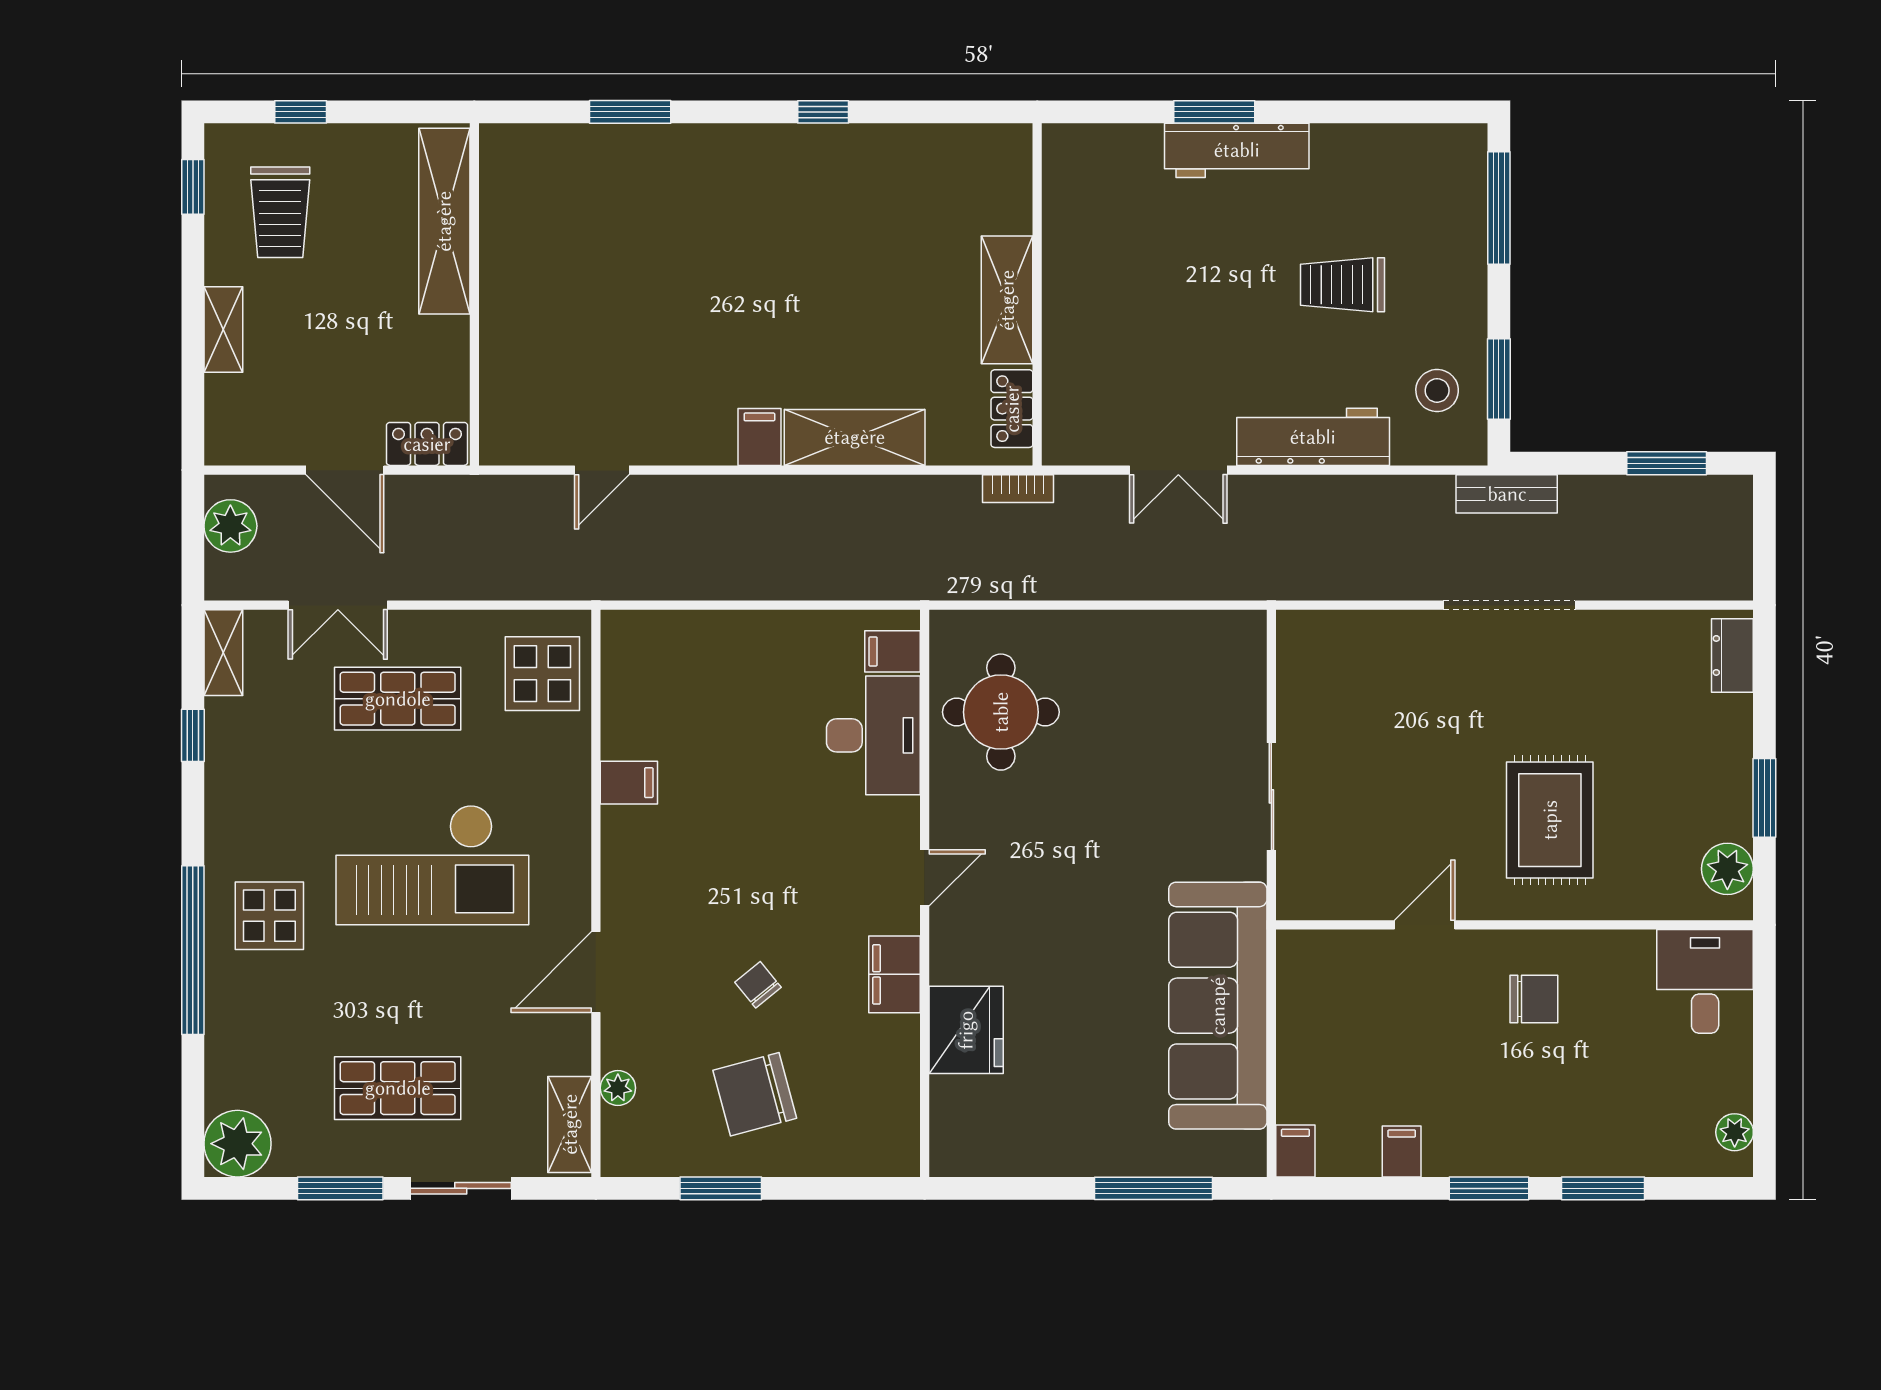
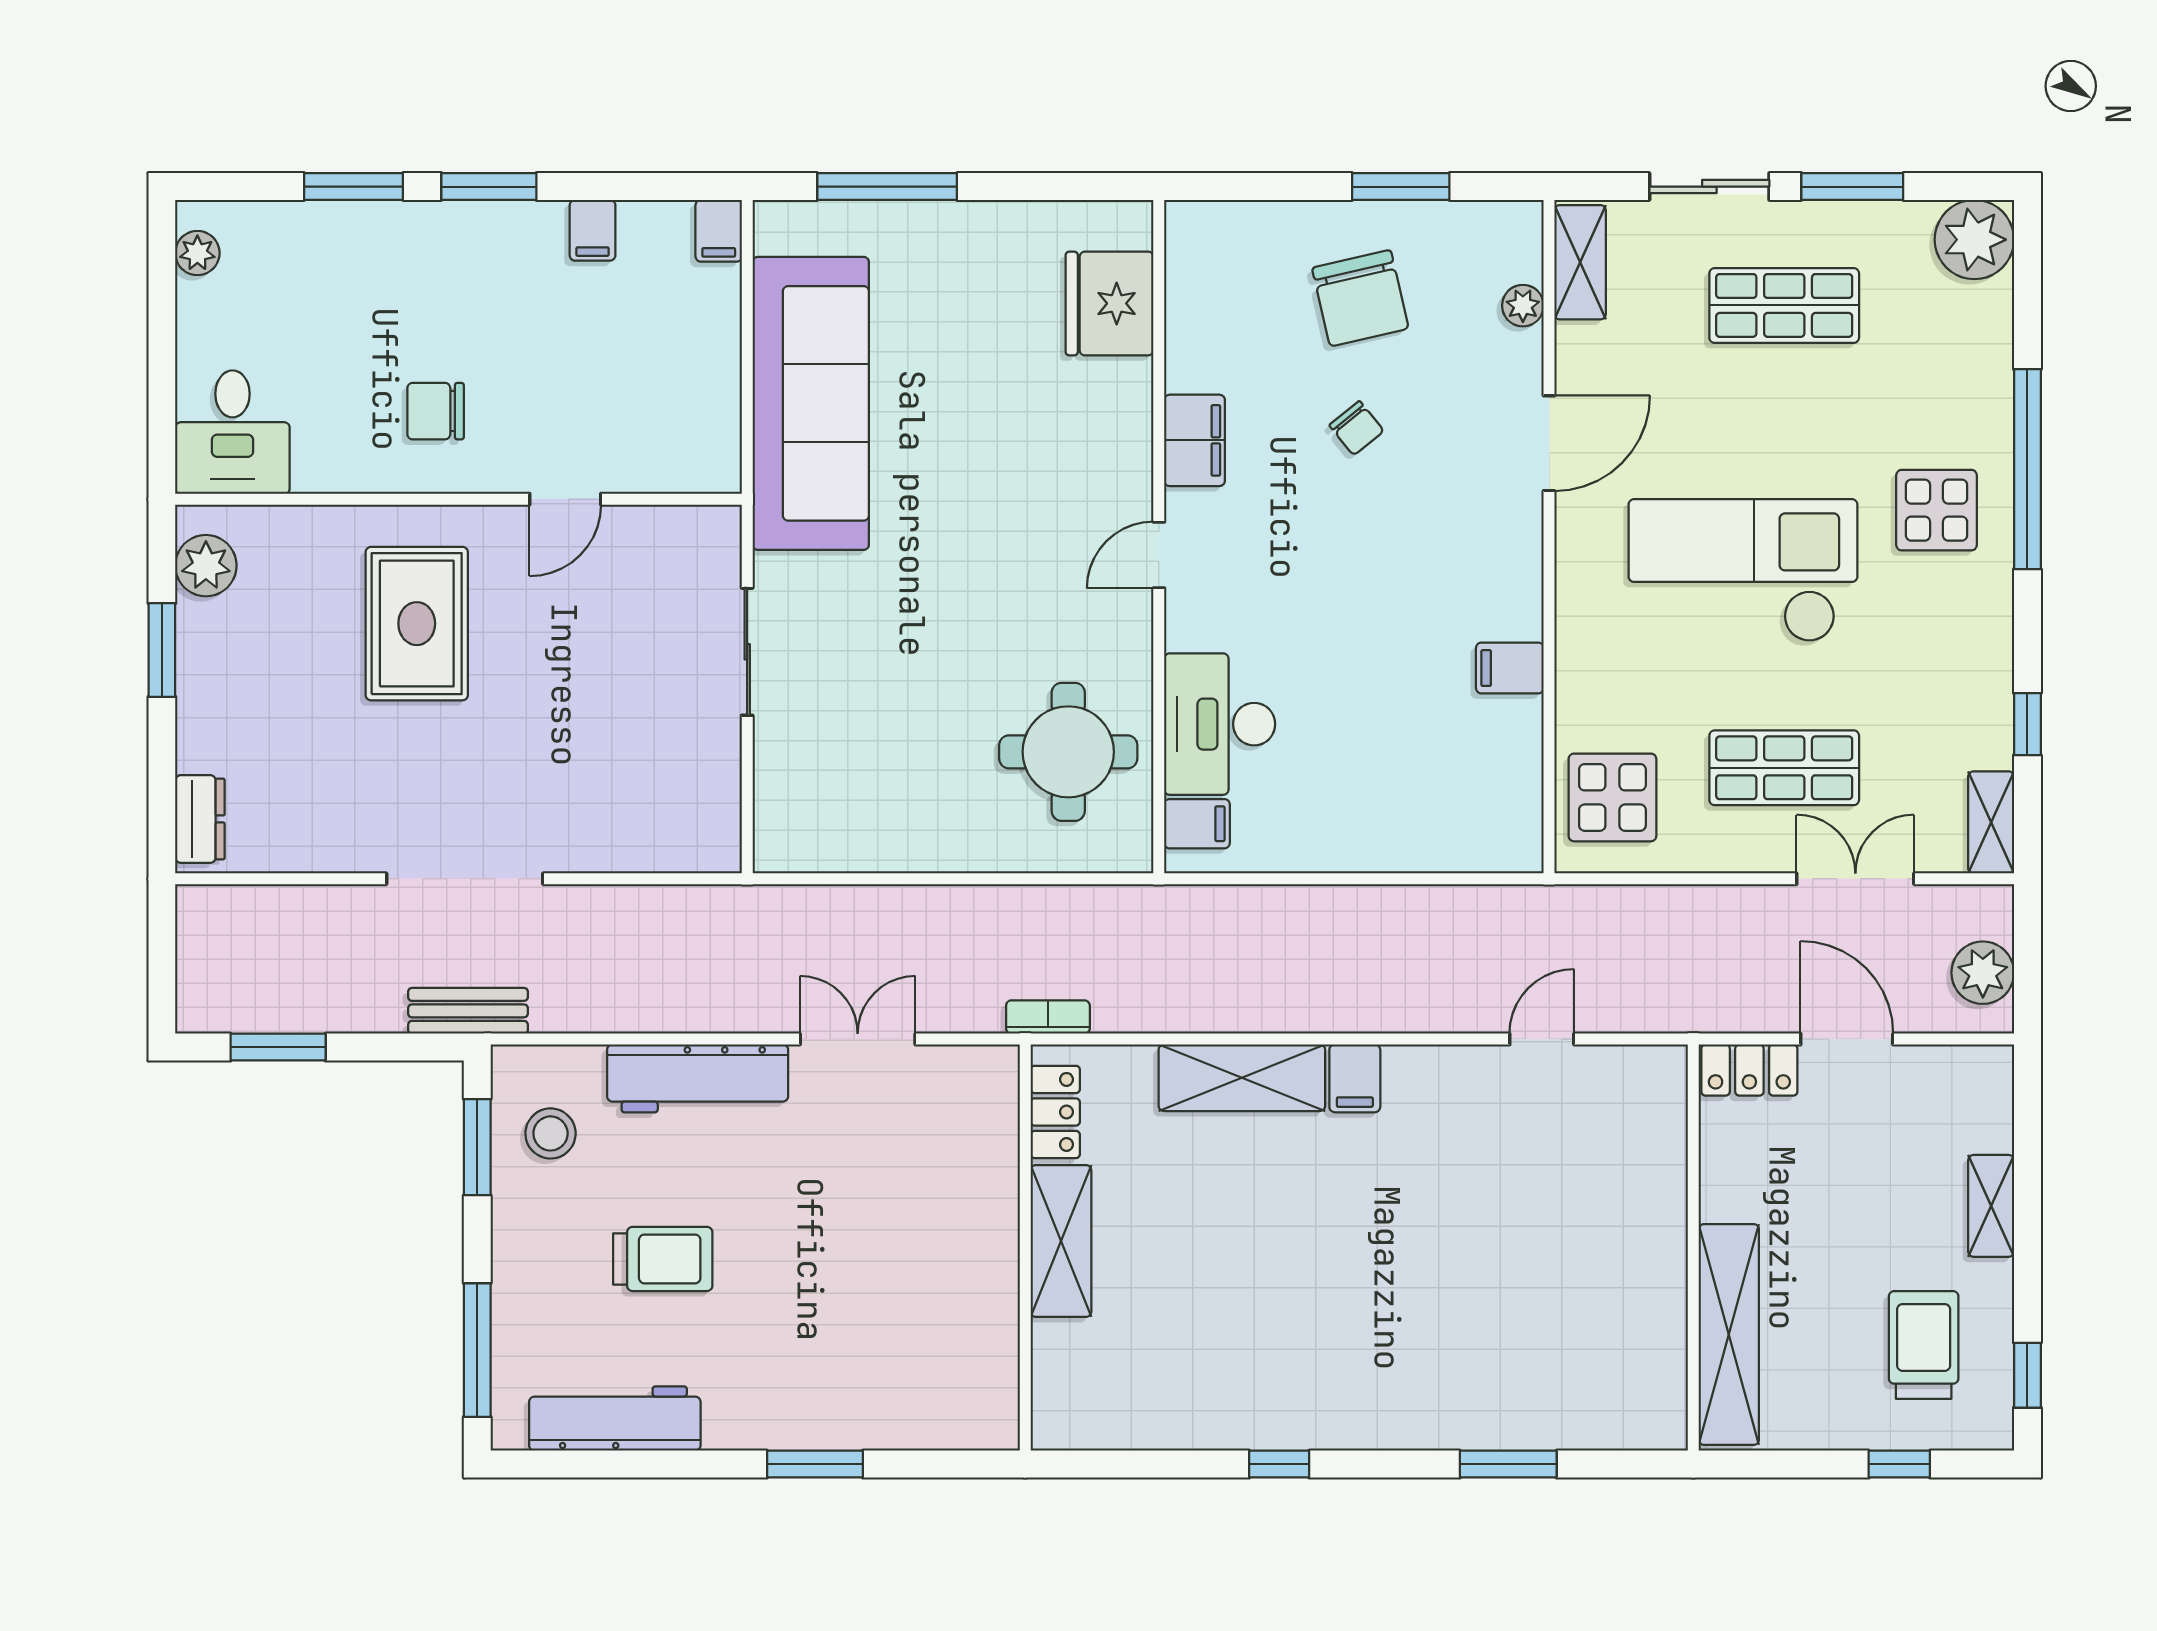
workbench: (1237, 150) -> (615, 1418), moved
fridge: (966, 1030) -> (1110, 303), moved
chair: (755, 1094) -> (1360, 298), turned 92

